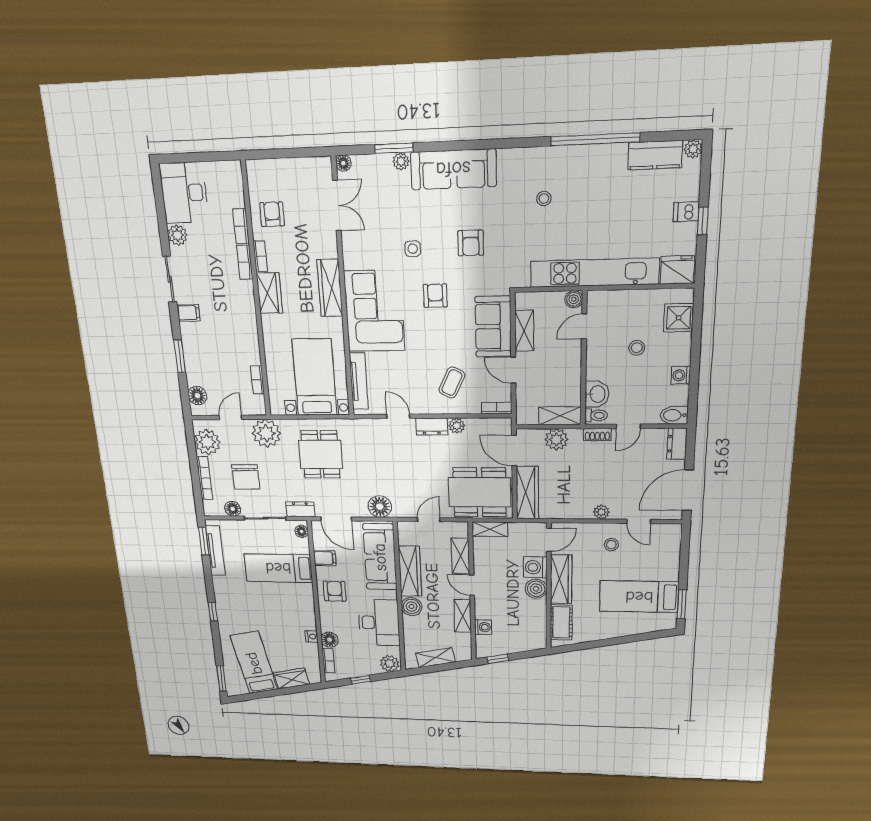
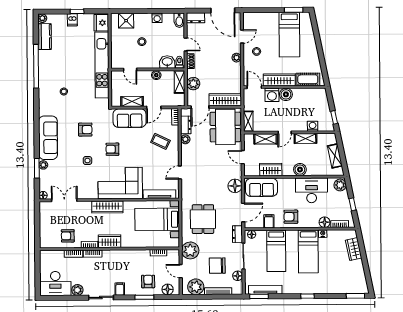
boiler: (574, 299) -> (156, 75), moved
armchair: (207, 362) -> (148, 282), added
dresser: (432, 427) -> (186, 125), moved
dining table: (321, 454) -> (203, 219), turned 90
chair: (246, 477) -> (217, 266), turned 180
sofa: (380, 557) -> (262, 187), width x0.73
wardrobe: (410, 571) -> (271, 170), width x0.67
bed: (254, 663) -> (308, 251), moved, turned -78

